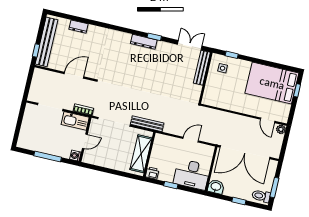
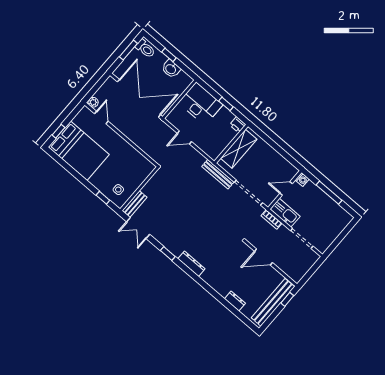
dresser: (144, 42) -> (191, 264), moved
bench: (202, 68) -> (135, 204), width x0.73
washbasin: (216, 187) -> (171, 69), moved

